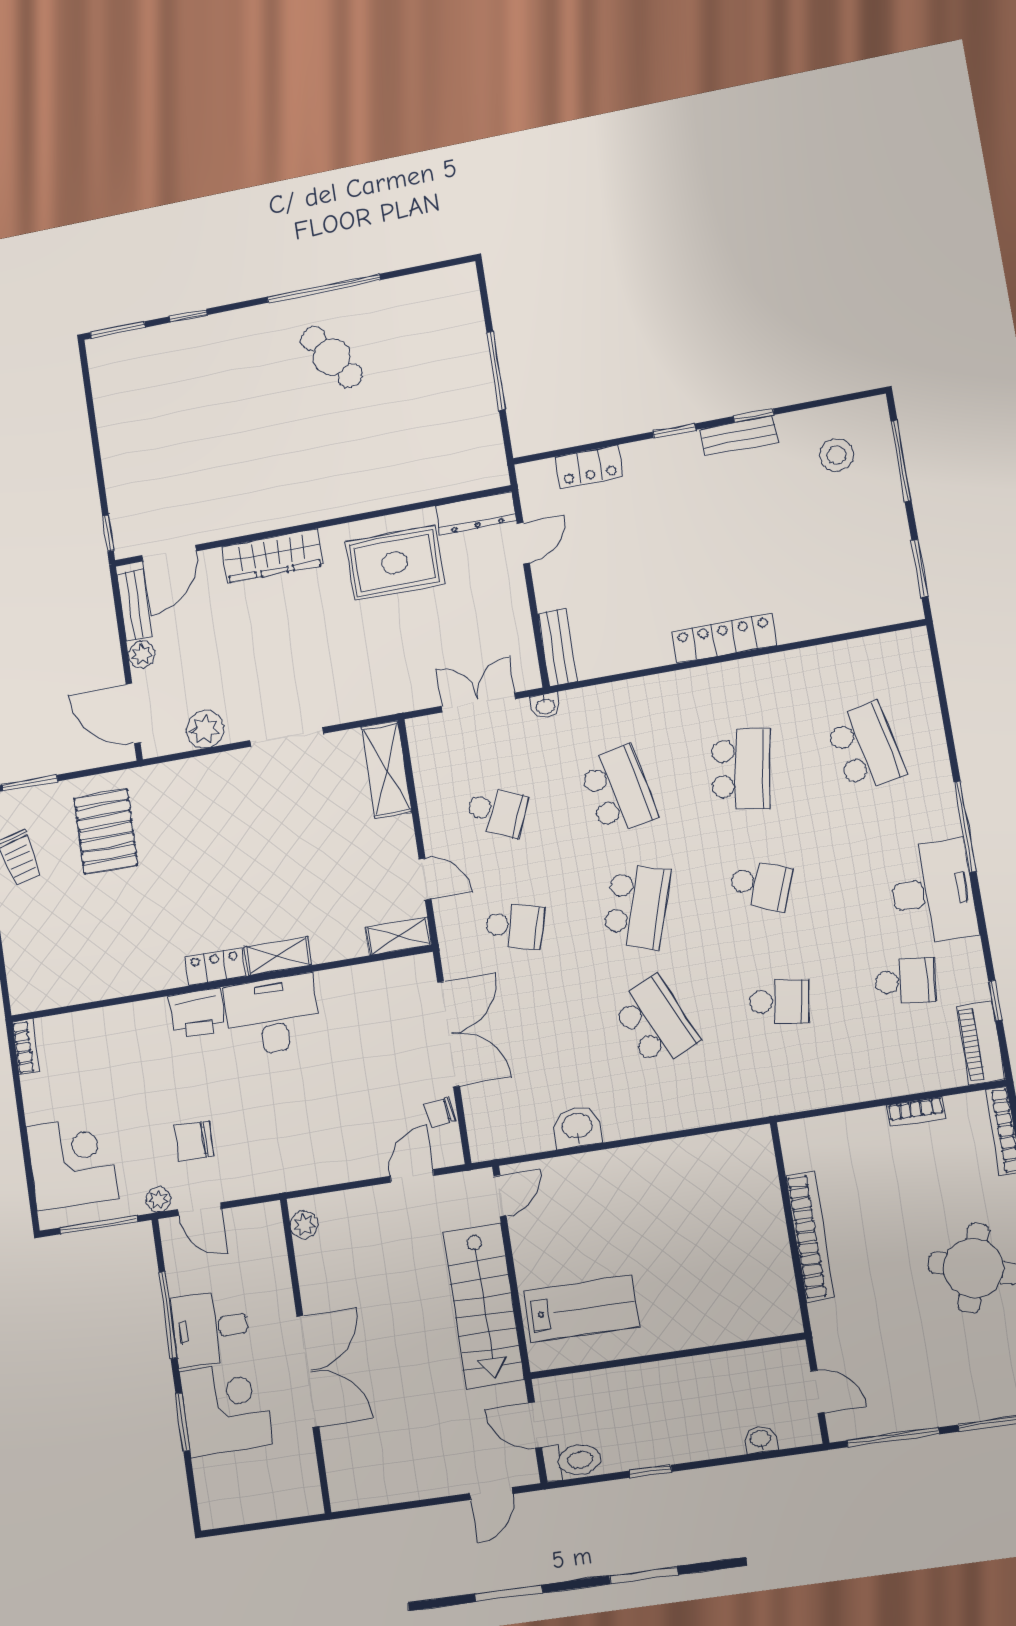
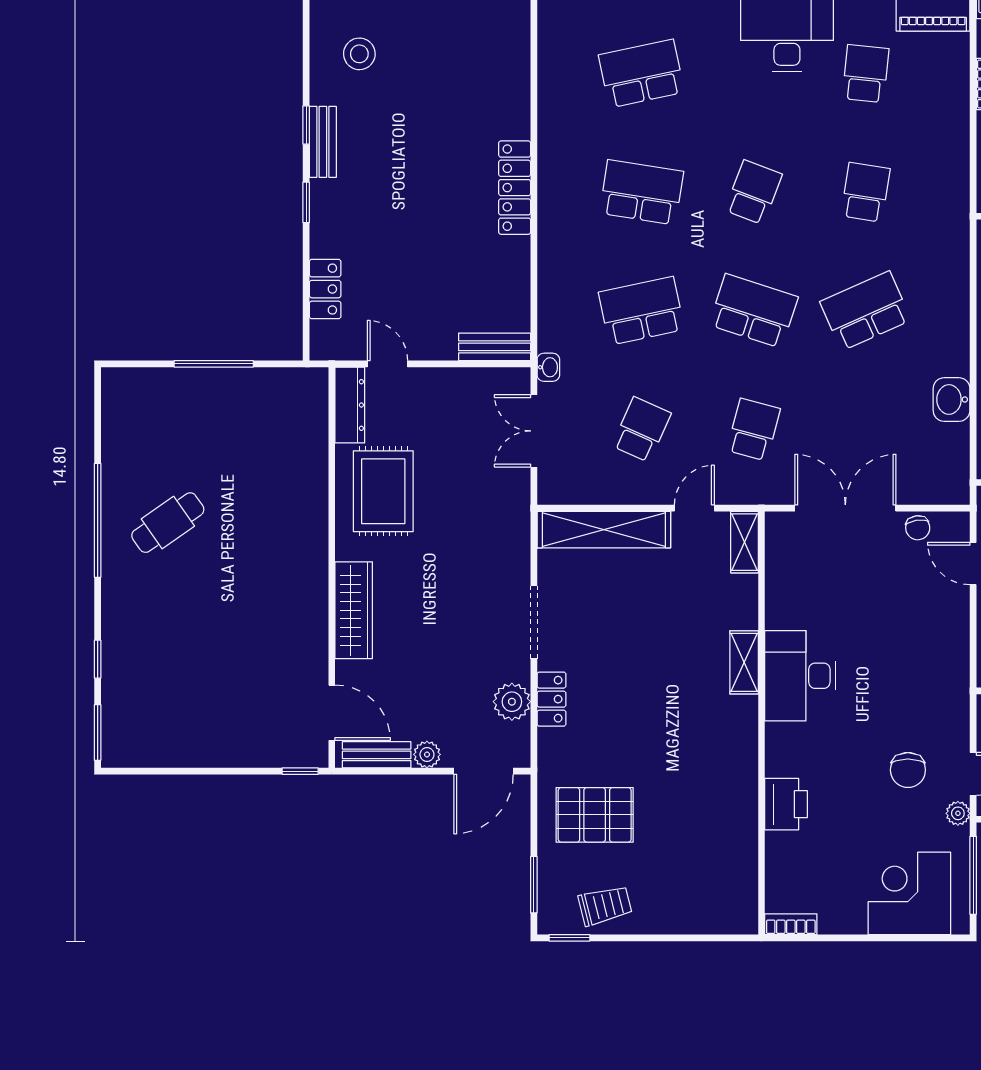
shelving: (386, 769) -> (604, 530), width x1.47
locker: (215, 966) -> (551, 699), moved, turned 180
printer: (197, 1013) -> (786, 804), moved

